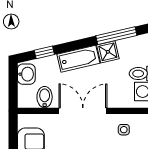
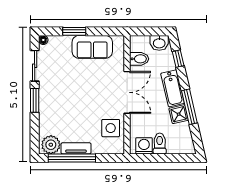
window: (116, 36) -> (189, 107), moved
side table: (124, 130) -> (111, 128), width x1.87, depth x1.87

